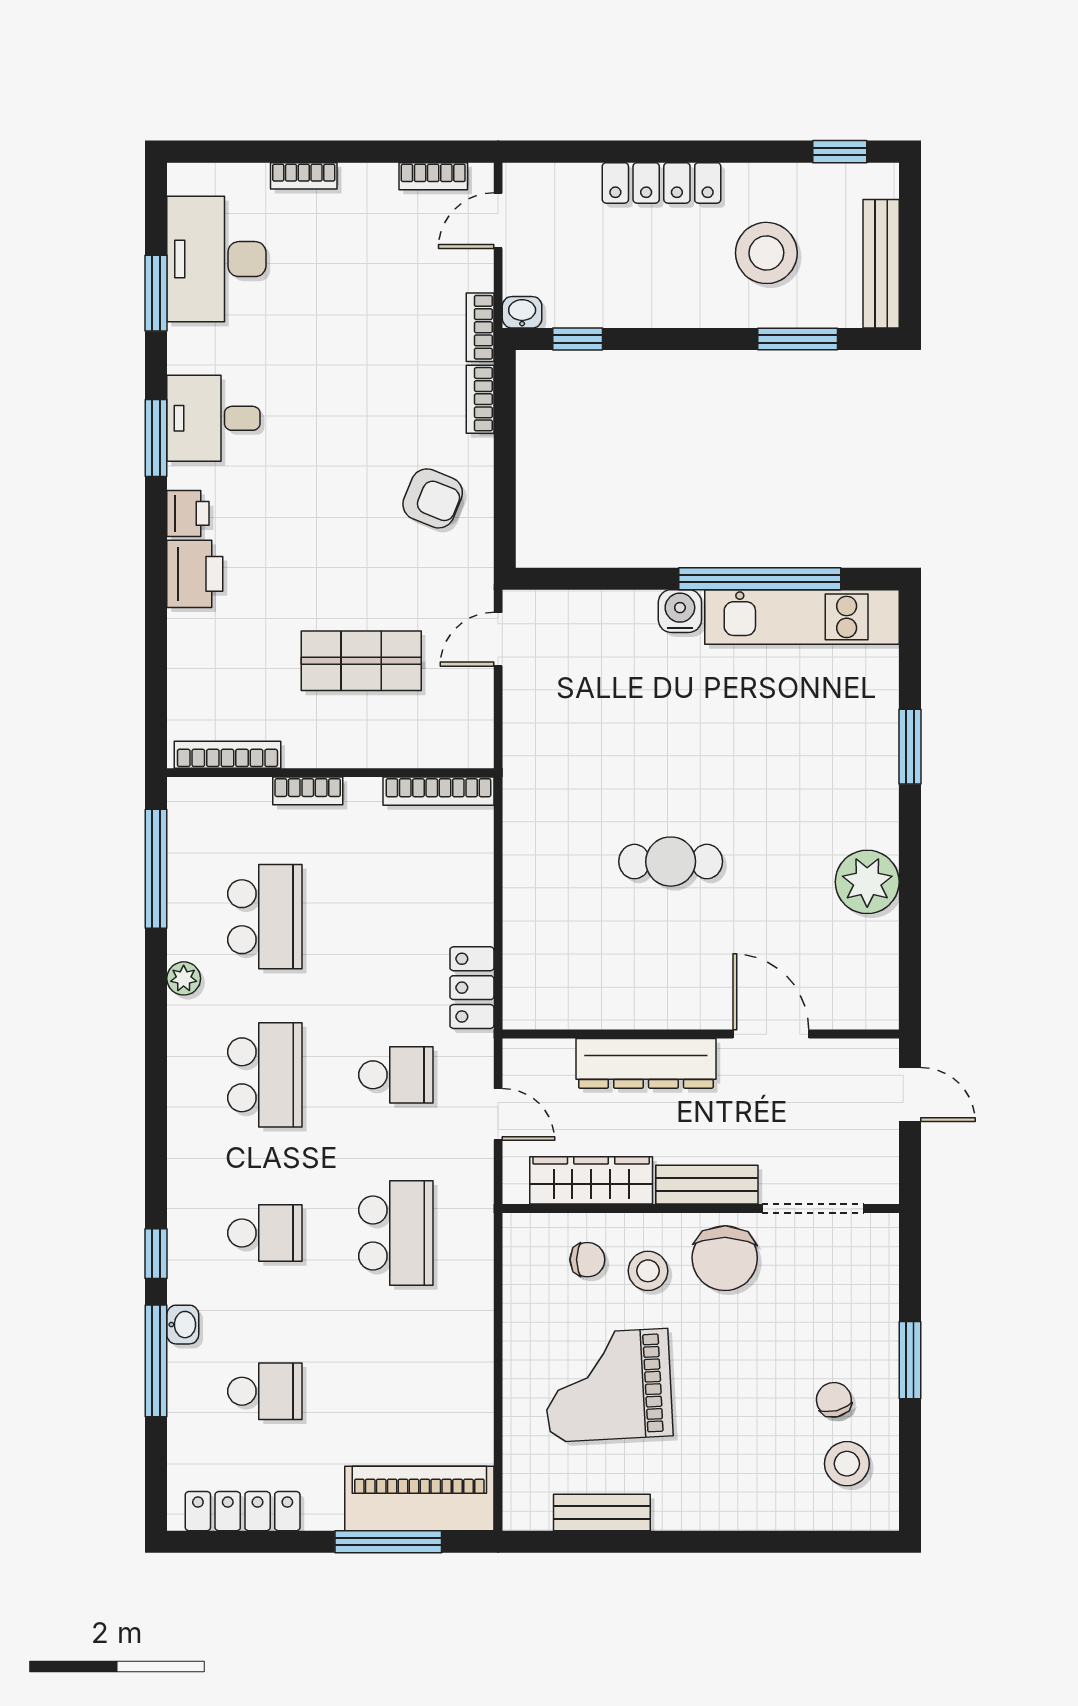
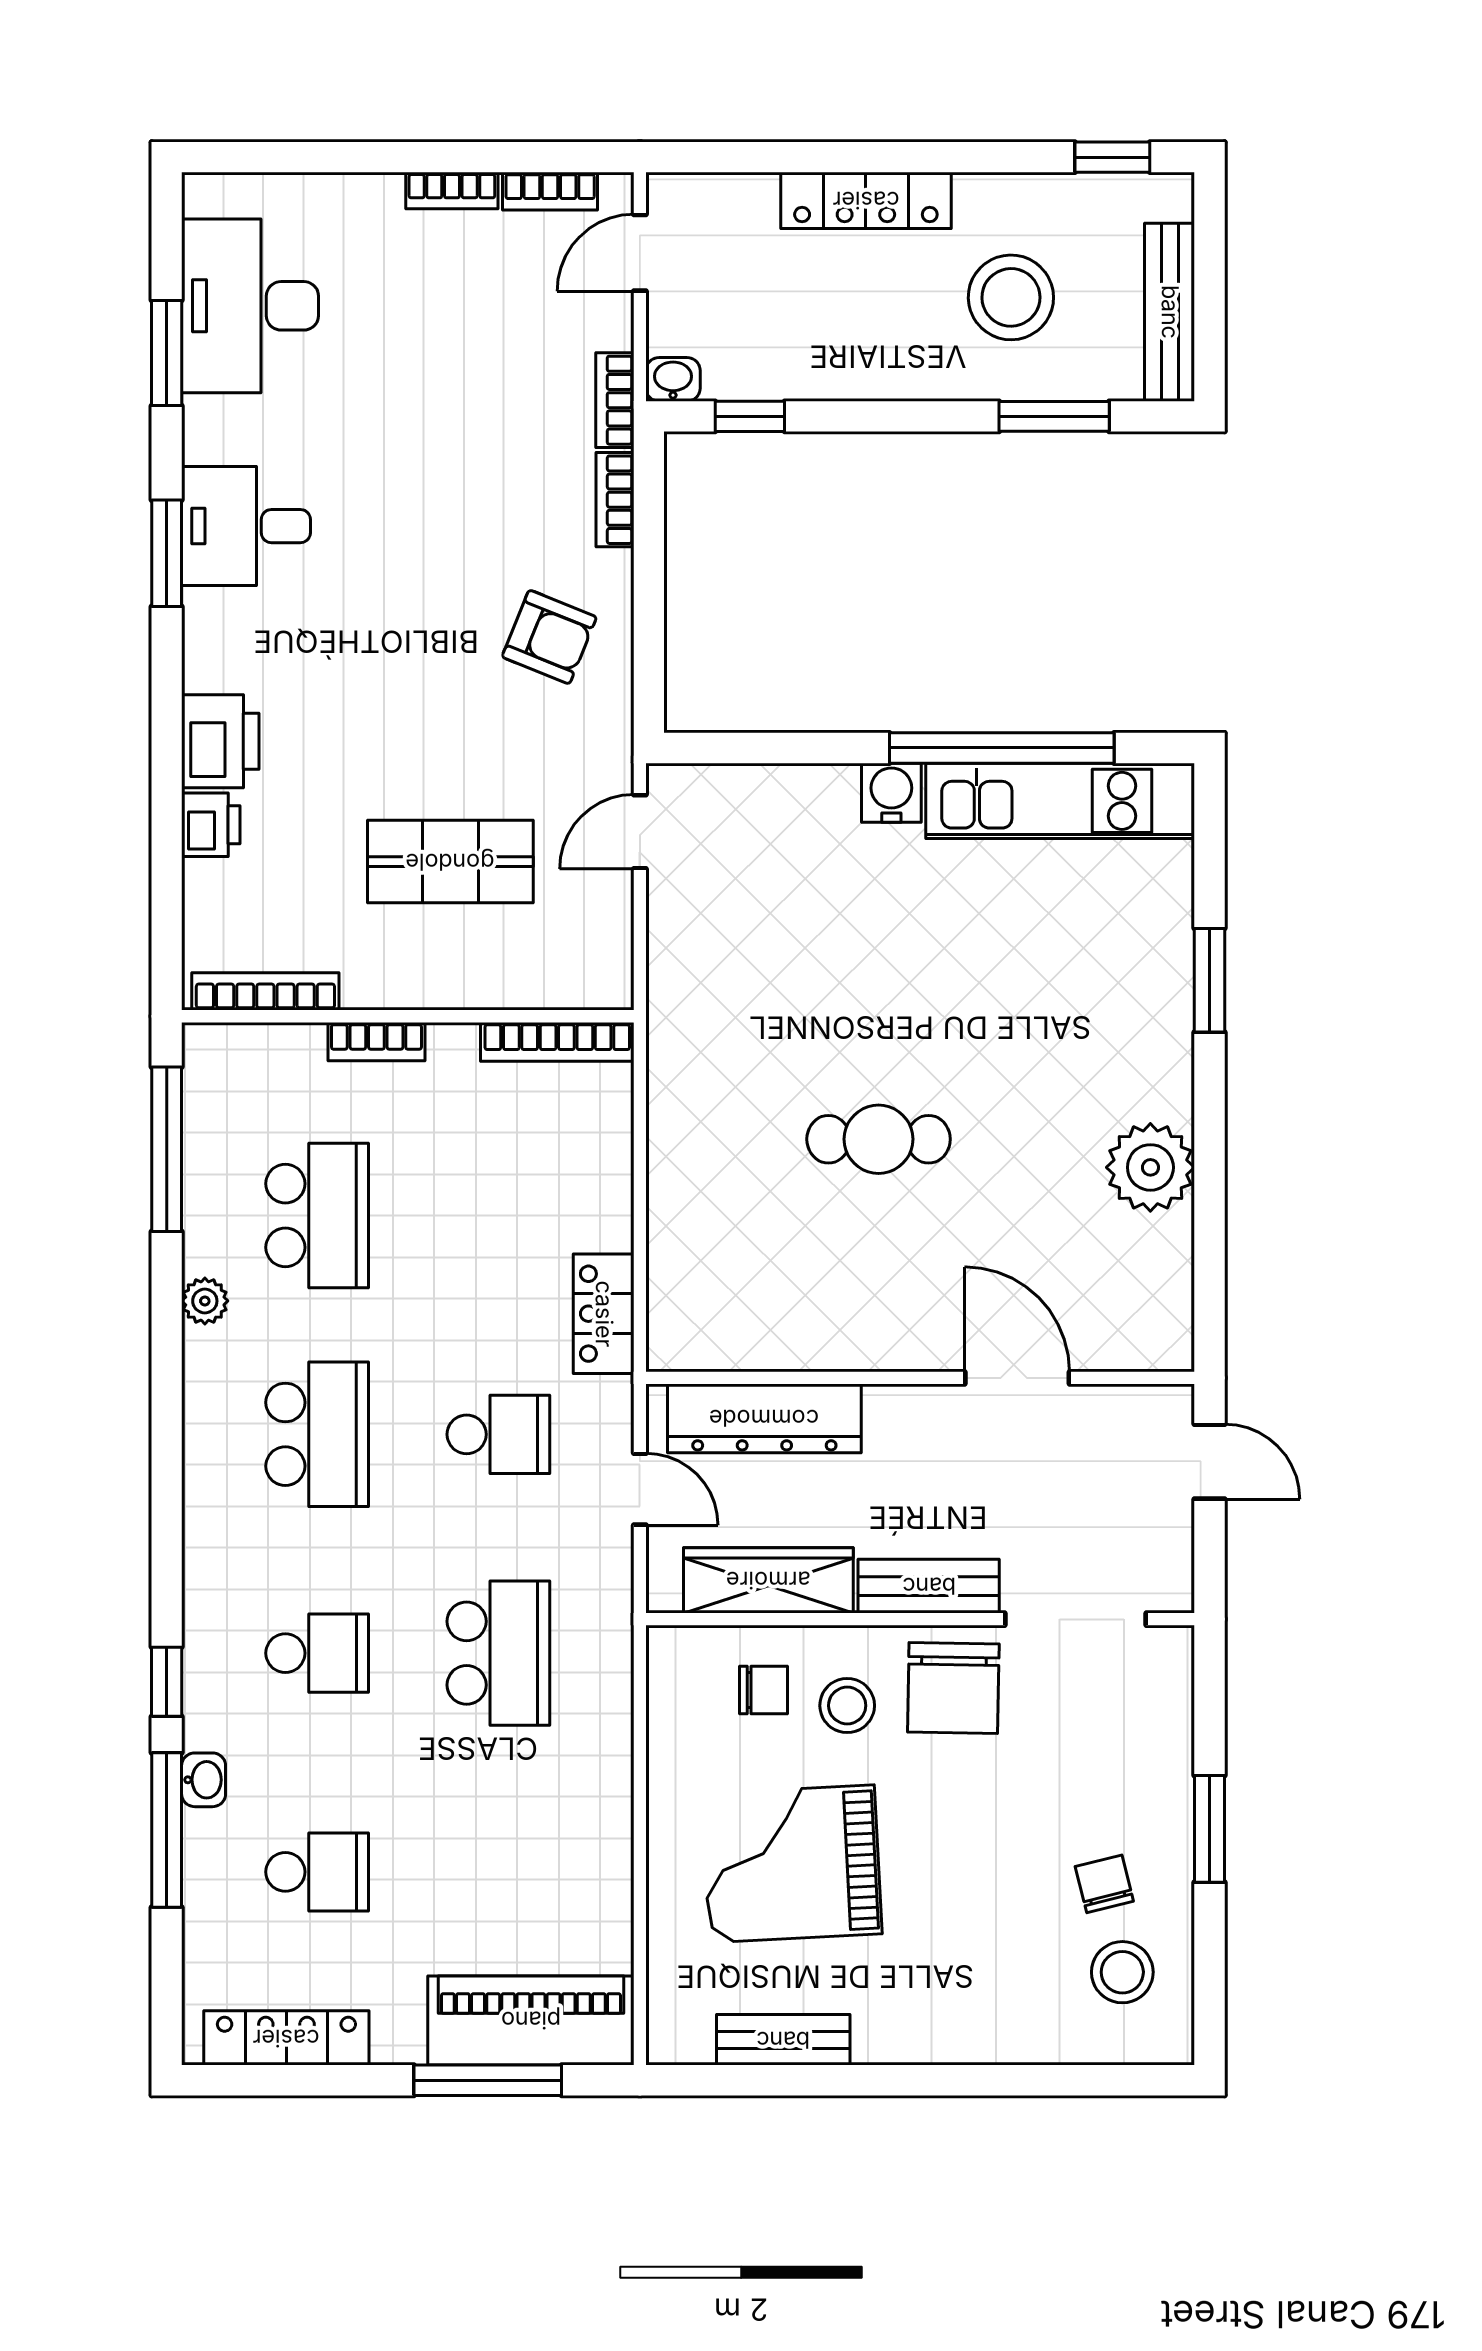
bookcase: (304, 176) -> (452, 191), moved
printer: (188, 513) -> (211, 825), moved
dresser: (646, 1063) -> (764, 1418), moved

